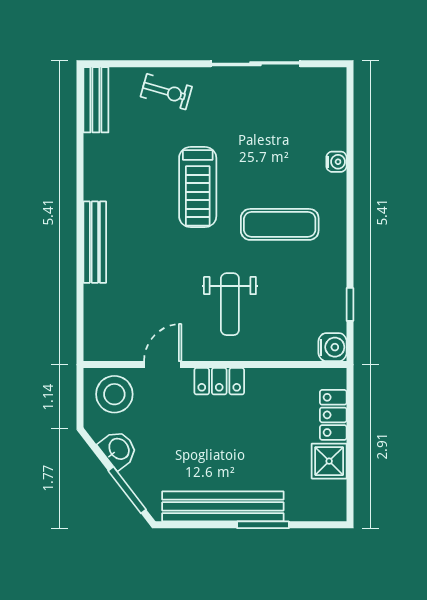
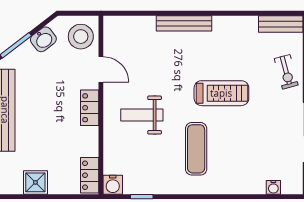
exercise bike: (166, 92) -> (286, 72), turned -31
water cooler: (336, 162) -> (273, 187), moved
treadmill: (198, 187) -> (221, 93), turned 180
locker: (333, 415) -> (90, 175), moved, turned -90

